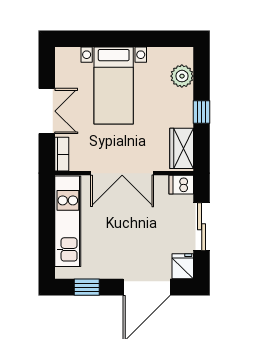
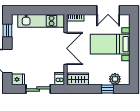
double door: (47, 111) -> (108, 10), moved
window: (202, 112) -> (107, 89), moved
double door: (122, 173) -> (65, 48), swing flipped

